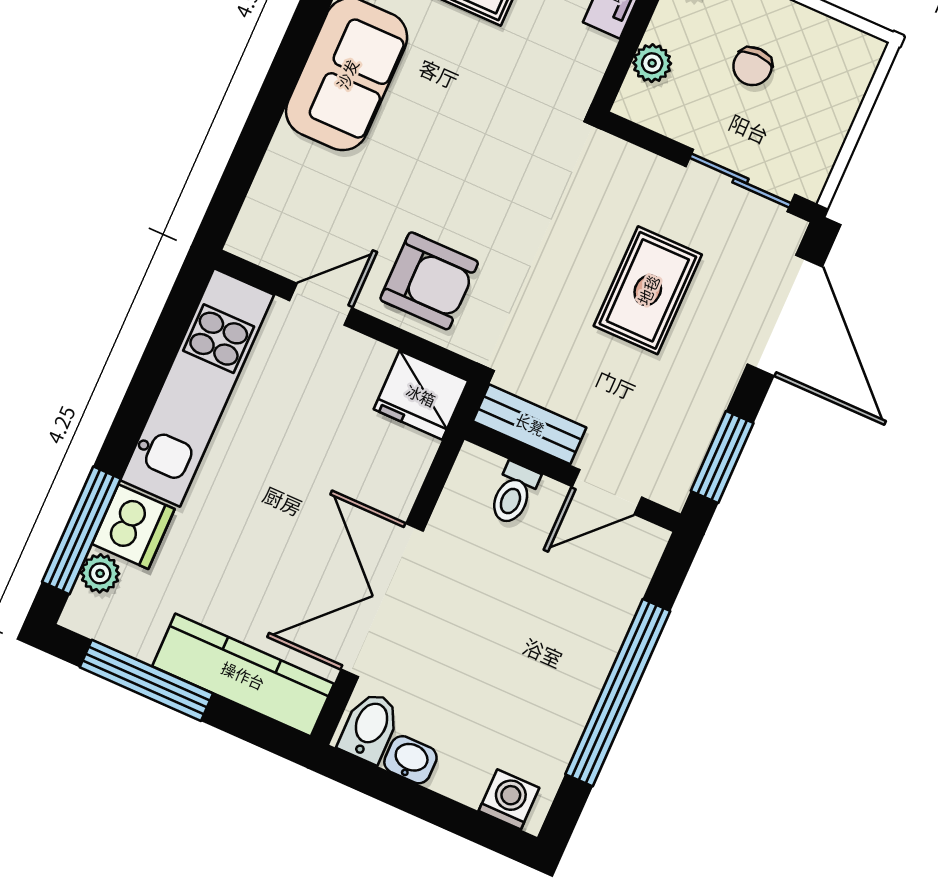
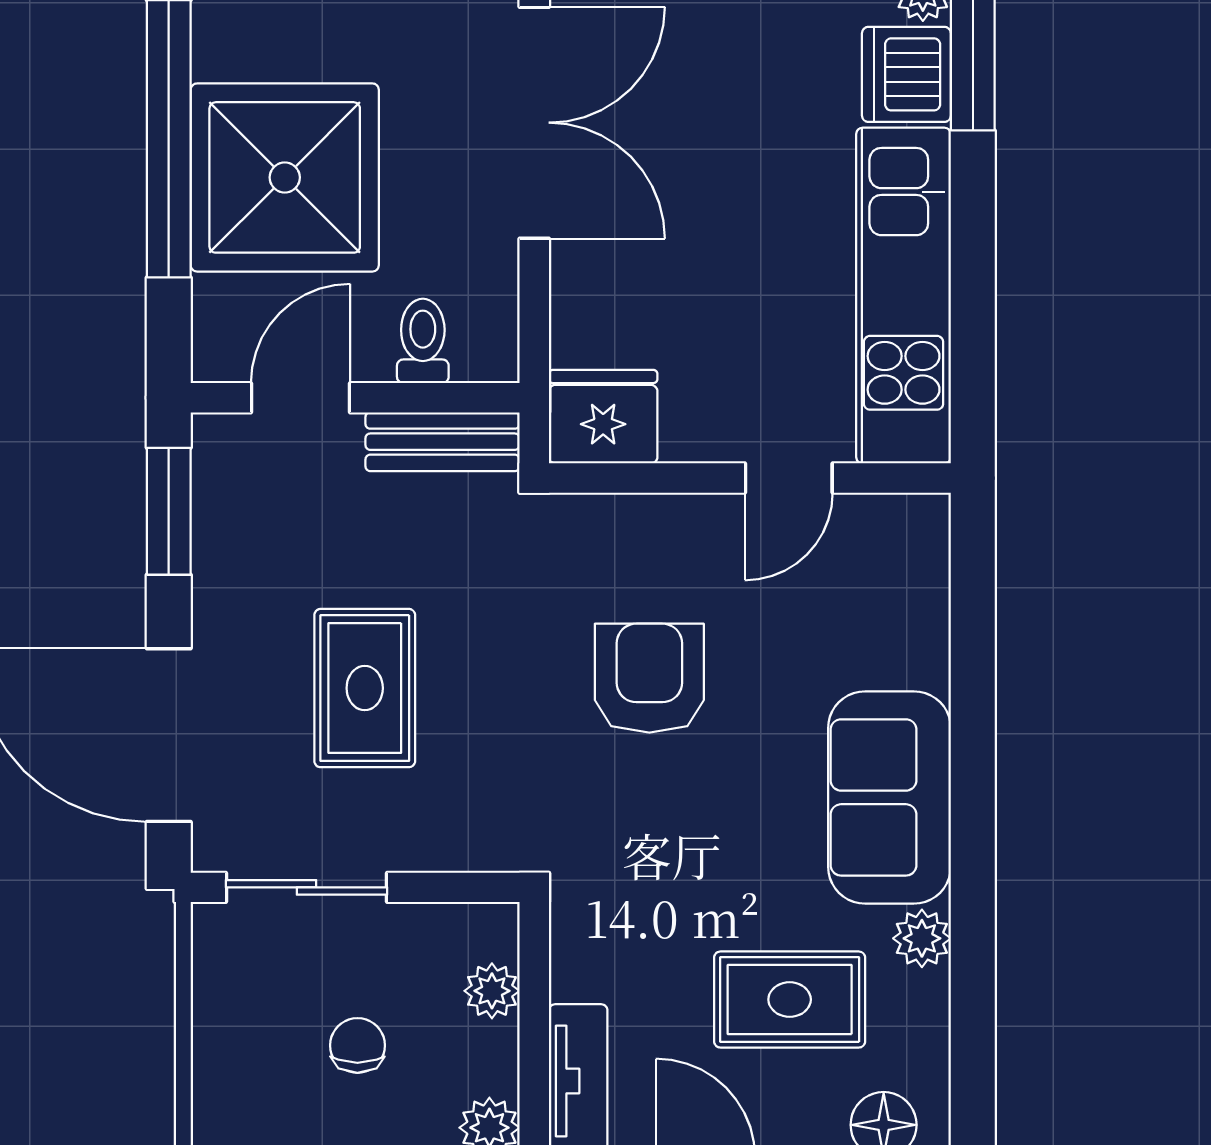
armchair: (429, 281) -> (649, 678), moved, turned 90
shower: (555, 636) -> (285, 177), added

